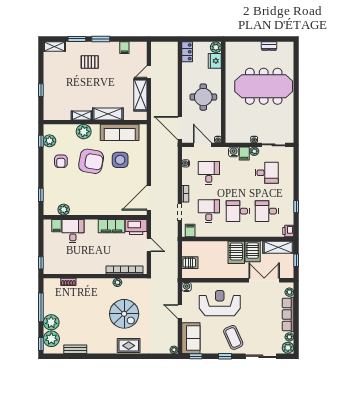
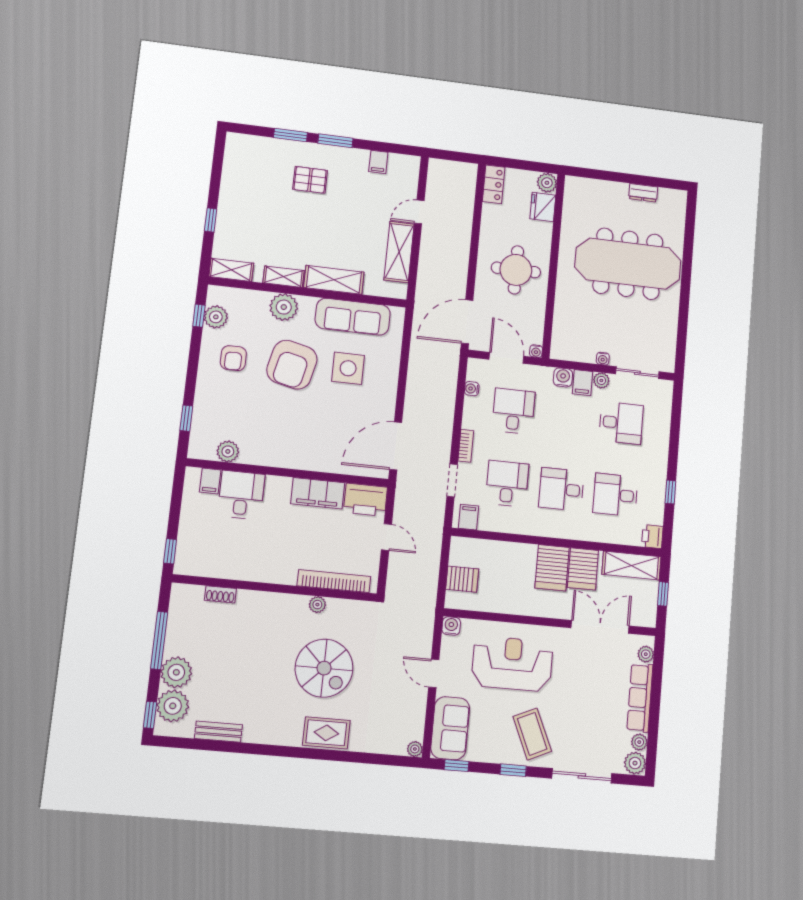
shelving: (54, 47) -> (231, 270), moved
door: (180, 128) -> (467, 322), hinge flipped
armchair: (91, 161) -> (292, 365), turned 93

